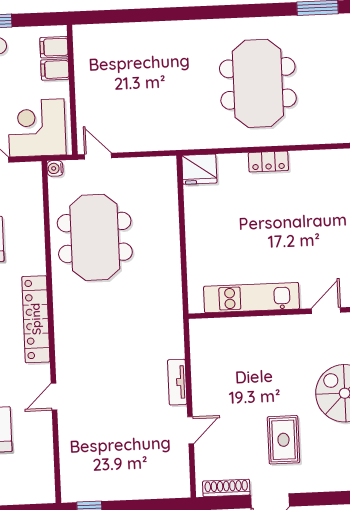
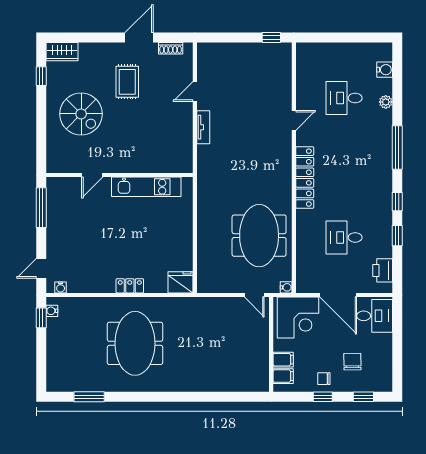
shoe rack: (226, 488) -> (171, 48), width x0.70

